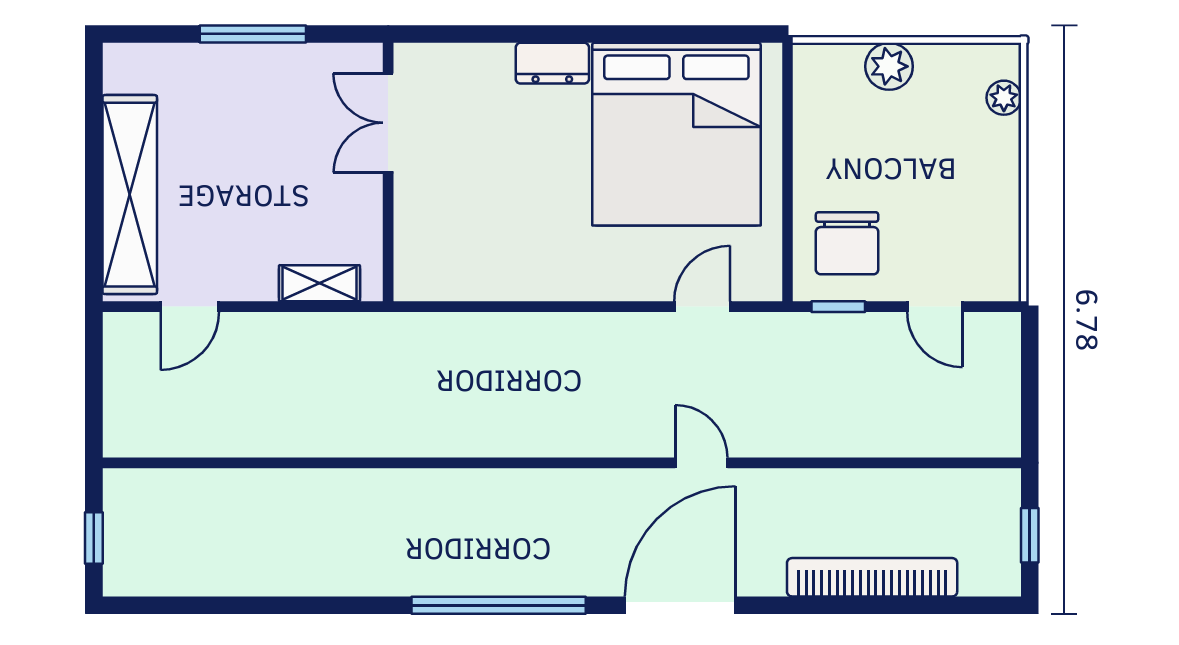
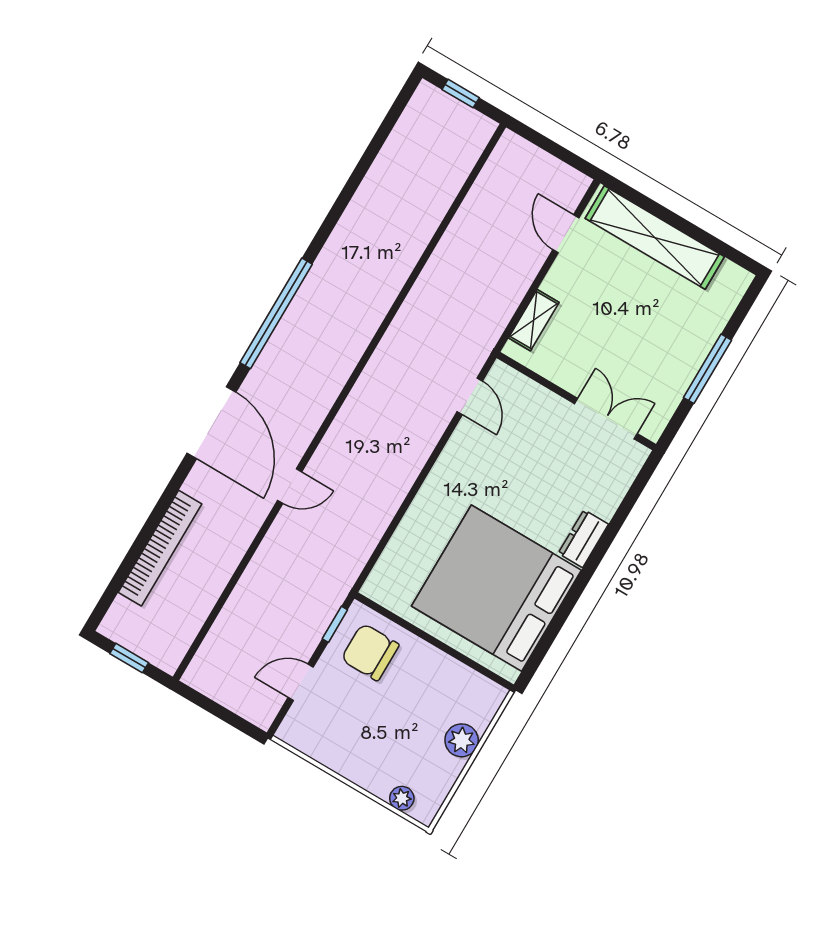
door: (702, 307) -> (470, 396), moved

